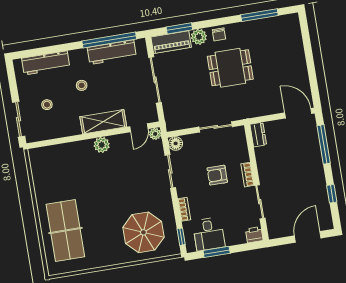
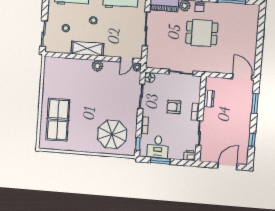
shelving: (103, 122) -> (87, 49), moved
dresser: (258, 135) -> (209, 99), moved
window: (324, 144) -> (255, 104), width x0.69

